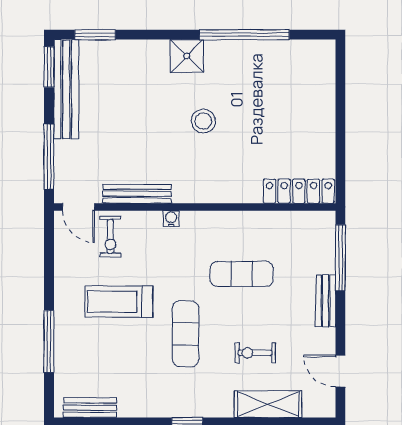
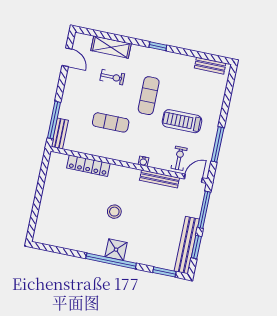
window: (244, 35) -> (111, 261), moved
window: (49, 67) -> (196, 247), moved
locker: (299, 191) -> (88, 166), moved
door: (79, 207) -> (193, 178), hinge flipped
bench: (326, 301) -> (60, 133), moved
treadmill: (119, 302) -> (182, 121), turned 180
window: (49, 341) -> (218, 144), moved

